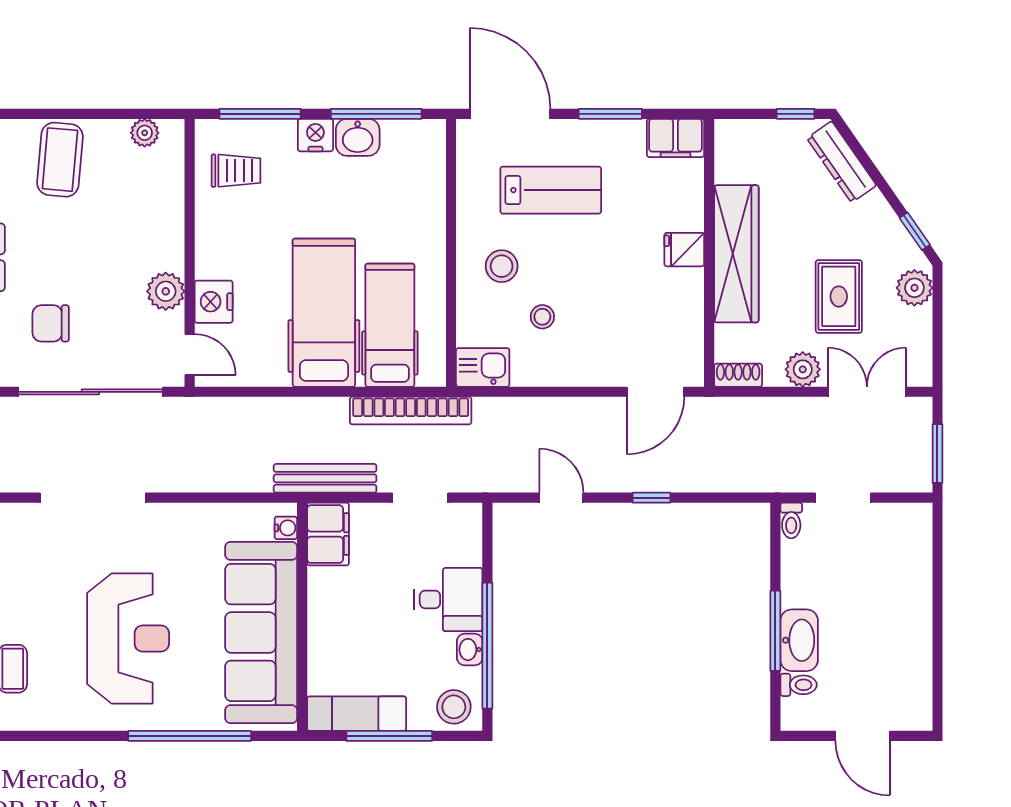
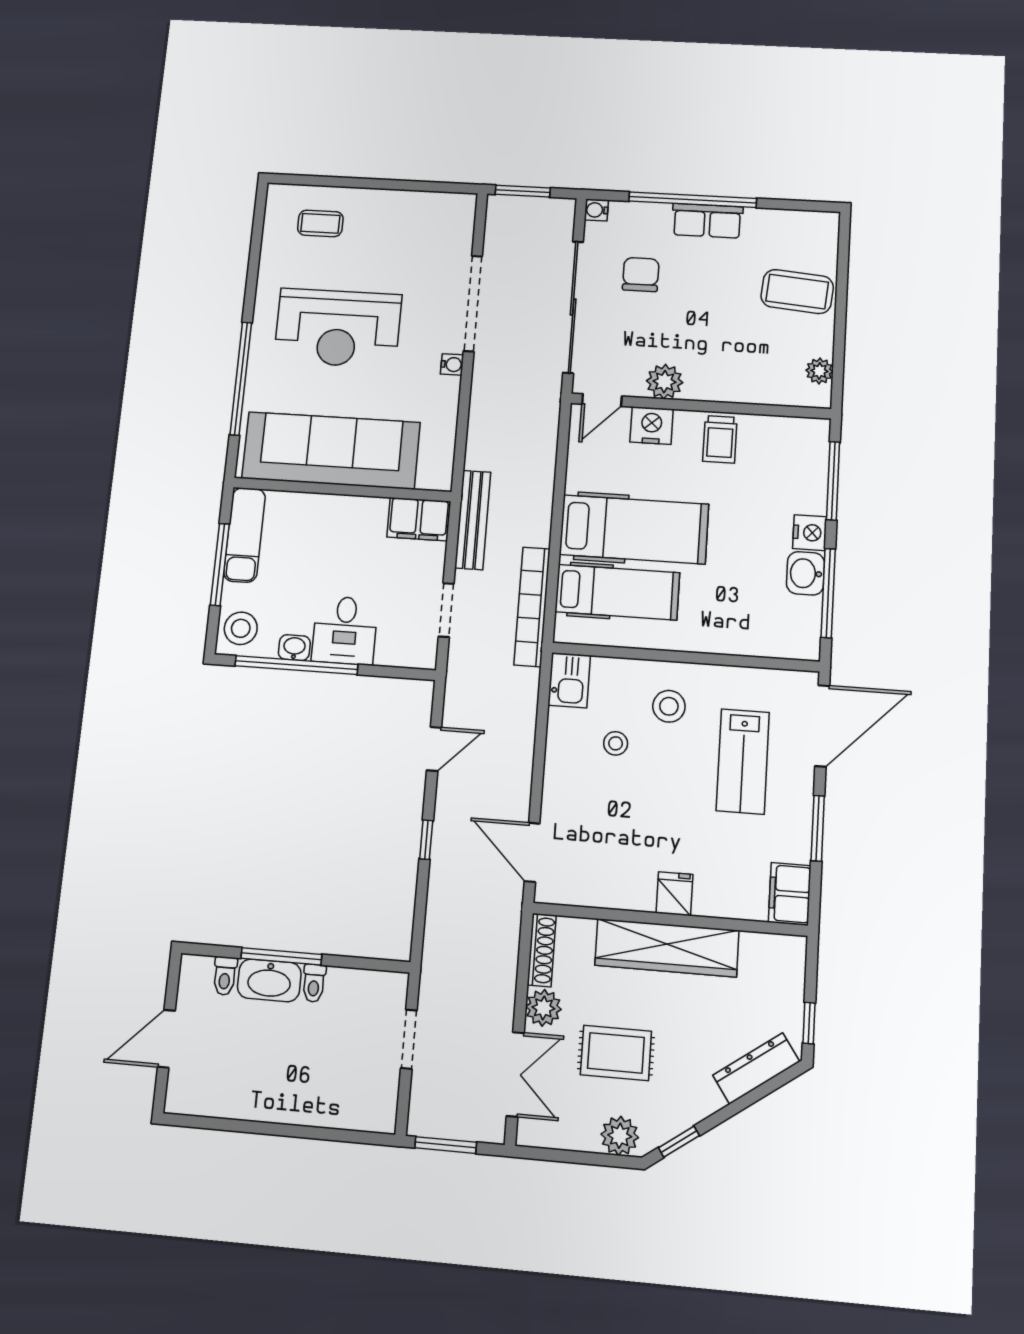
trolley: (236, 171) -> (720, 439), moved
shoe rack: (738, 375) -> (542, 950), width x1.43
toilet: (791, 520) -> (314, 983), moved, turned -90
water cooler: (286, 528) -> (452, 364), moved, turned -90

